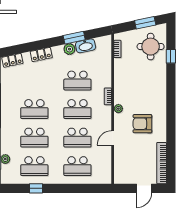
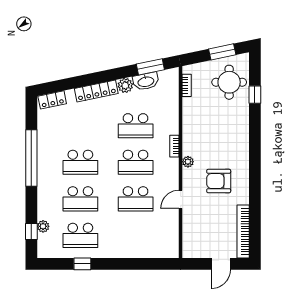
window: (74, 38) -> (150, 67), moved
locker: (41, 55) -> (96, 91), width x1.53
school desk: (77, 166) -> (136, 235), removed

